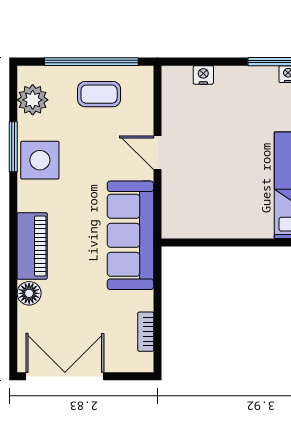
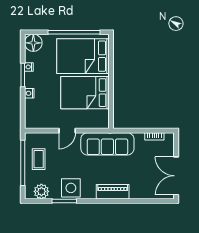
nightstand: (203, 75) -> (29, 93), moved
bed: (236, 189) -> (85, 93), added
floor lamp: (29, 293) -> (136, 193), removed

